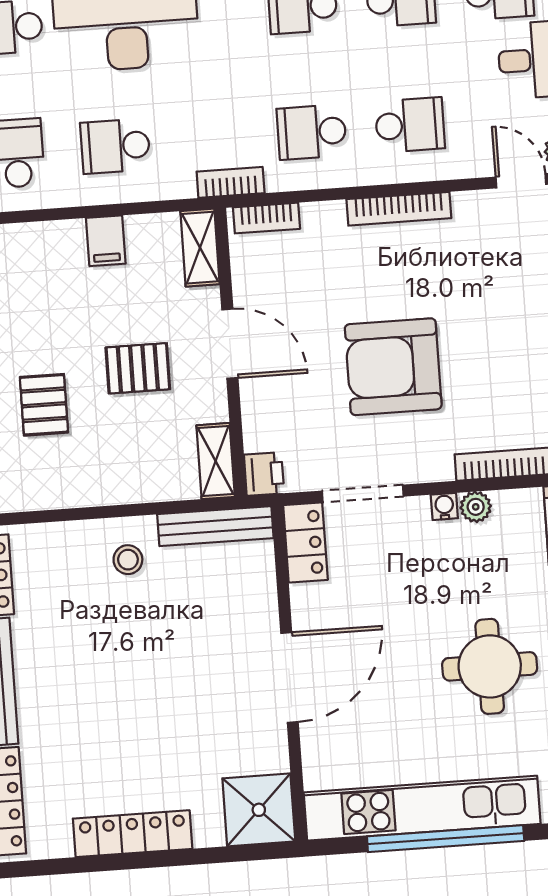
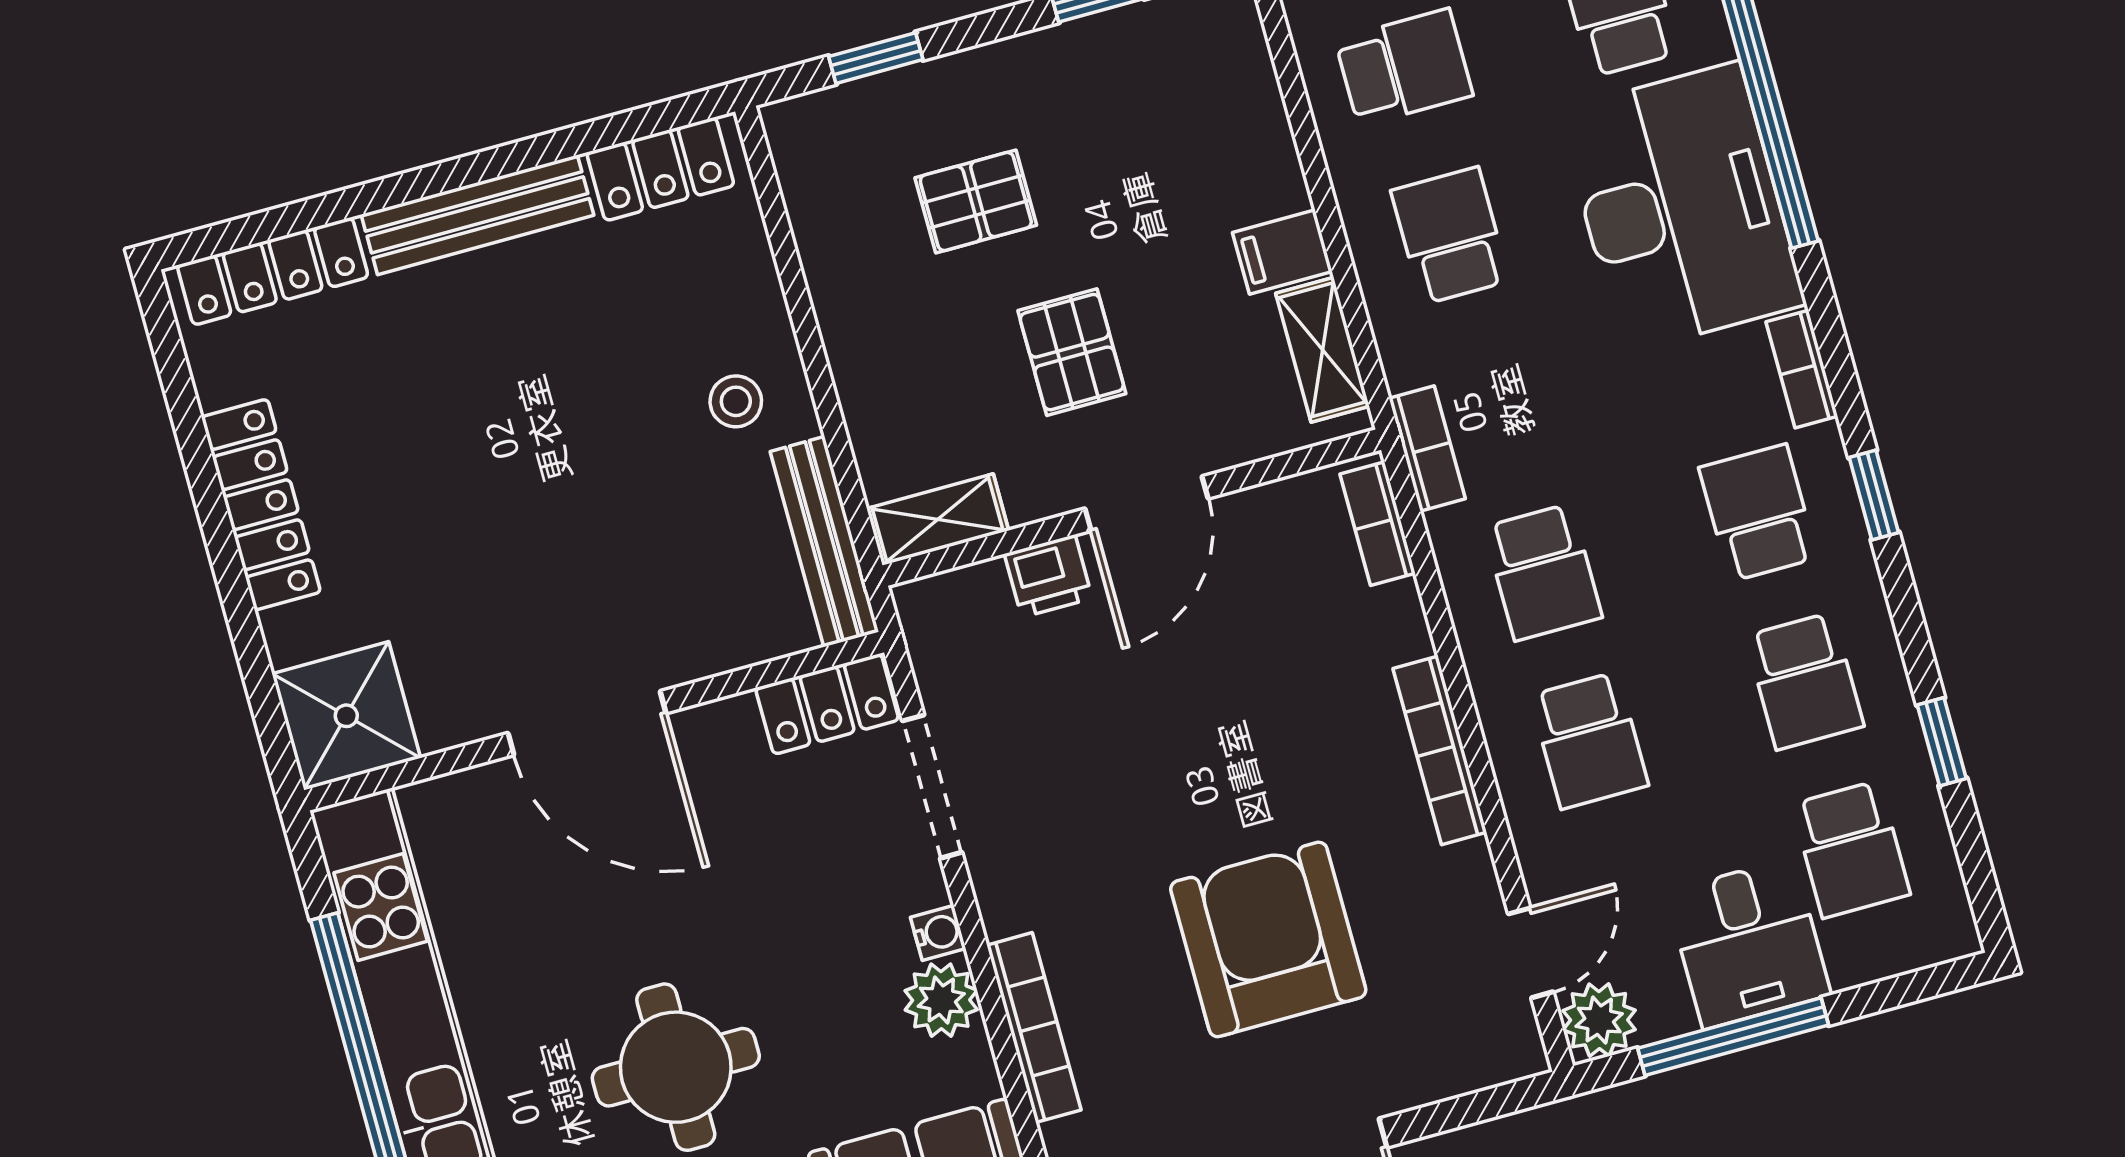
school desk: (312, 132) -> (1543, 572), turned 180
shelving: (200, 248) -> (1322, 350), moved, turned 90
armchair: (393, 367) -> (1268, 939), moved
printer: (264, 474) -> (1048, 576), moved
plant: (476, 507) -> (941, 1000), width x1.38, depth x1.38

